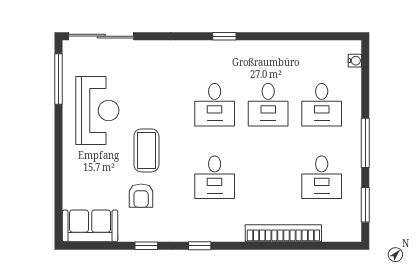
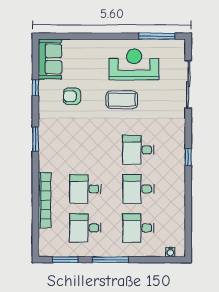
sliding door: (101, 36) -> (188, 84), moved
reception desk: (97, 111) -> (134, 64), turned 180
coffee table: (146, 150) -> (122, 100), moved
desk: (215, 177) -> (85, 189), moved
window: (146, 246) -> (35, 88), moved
window: (200, 246) -> (35, 139), width x1.50

